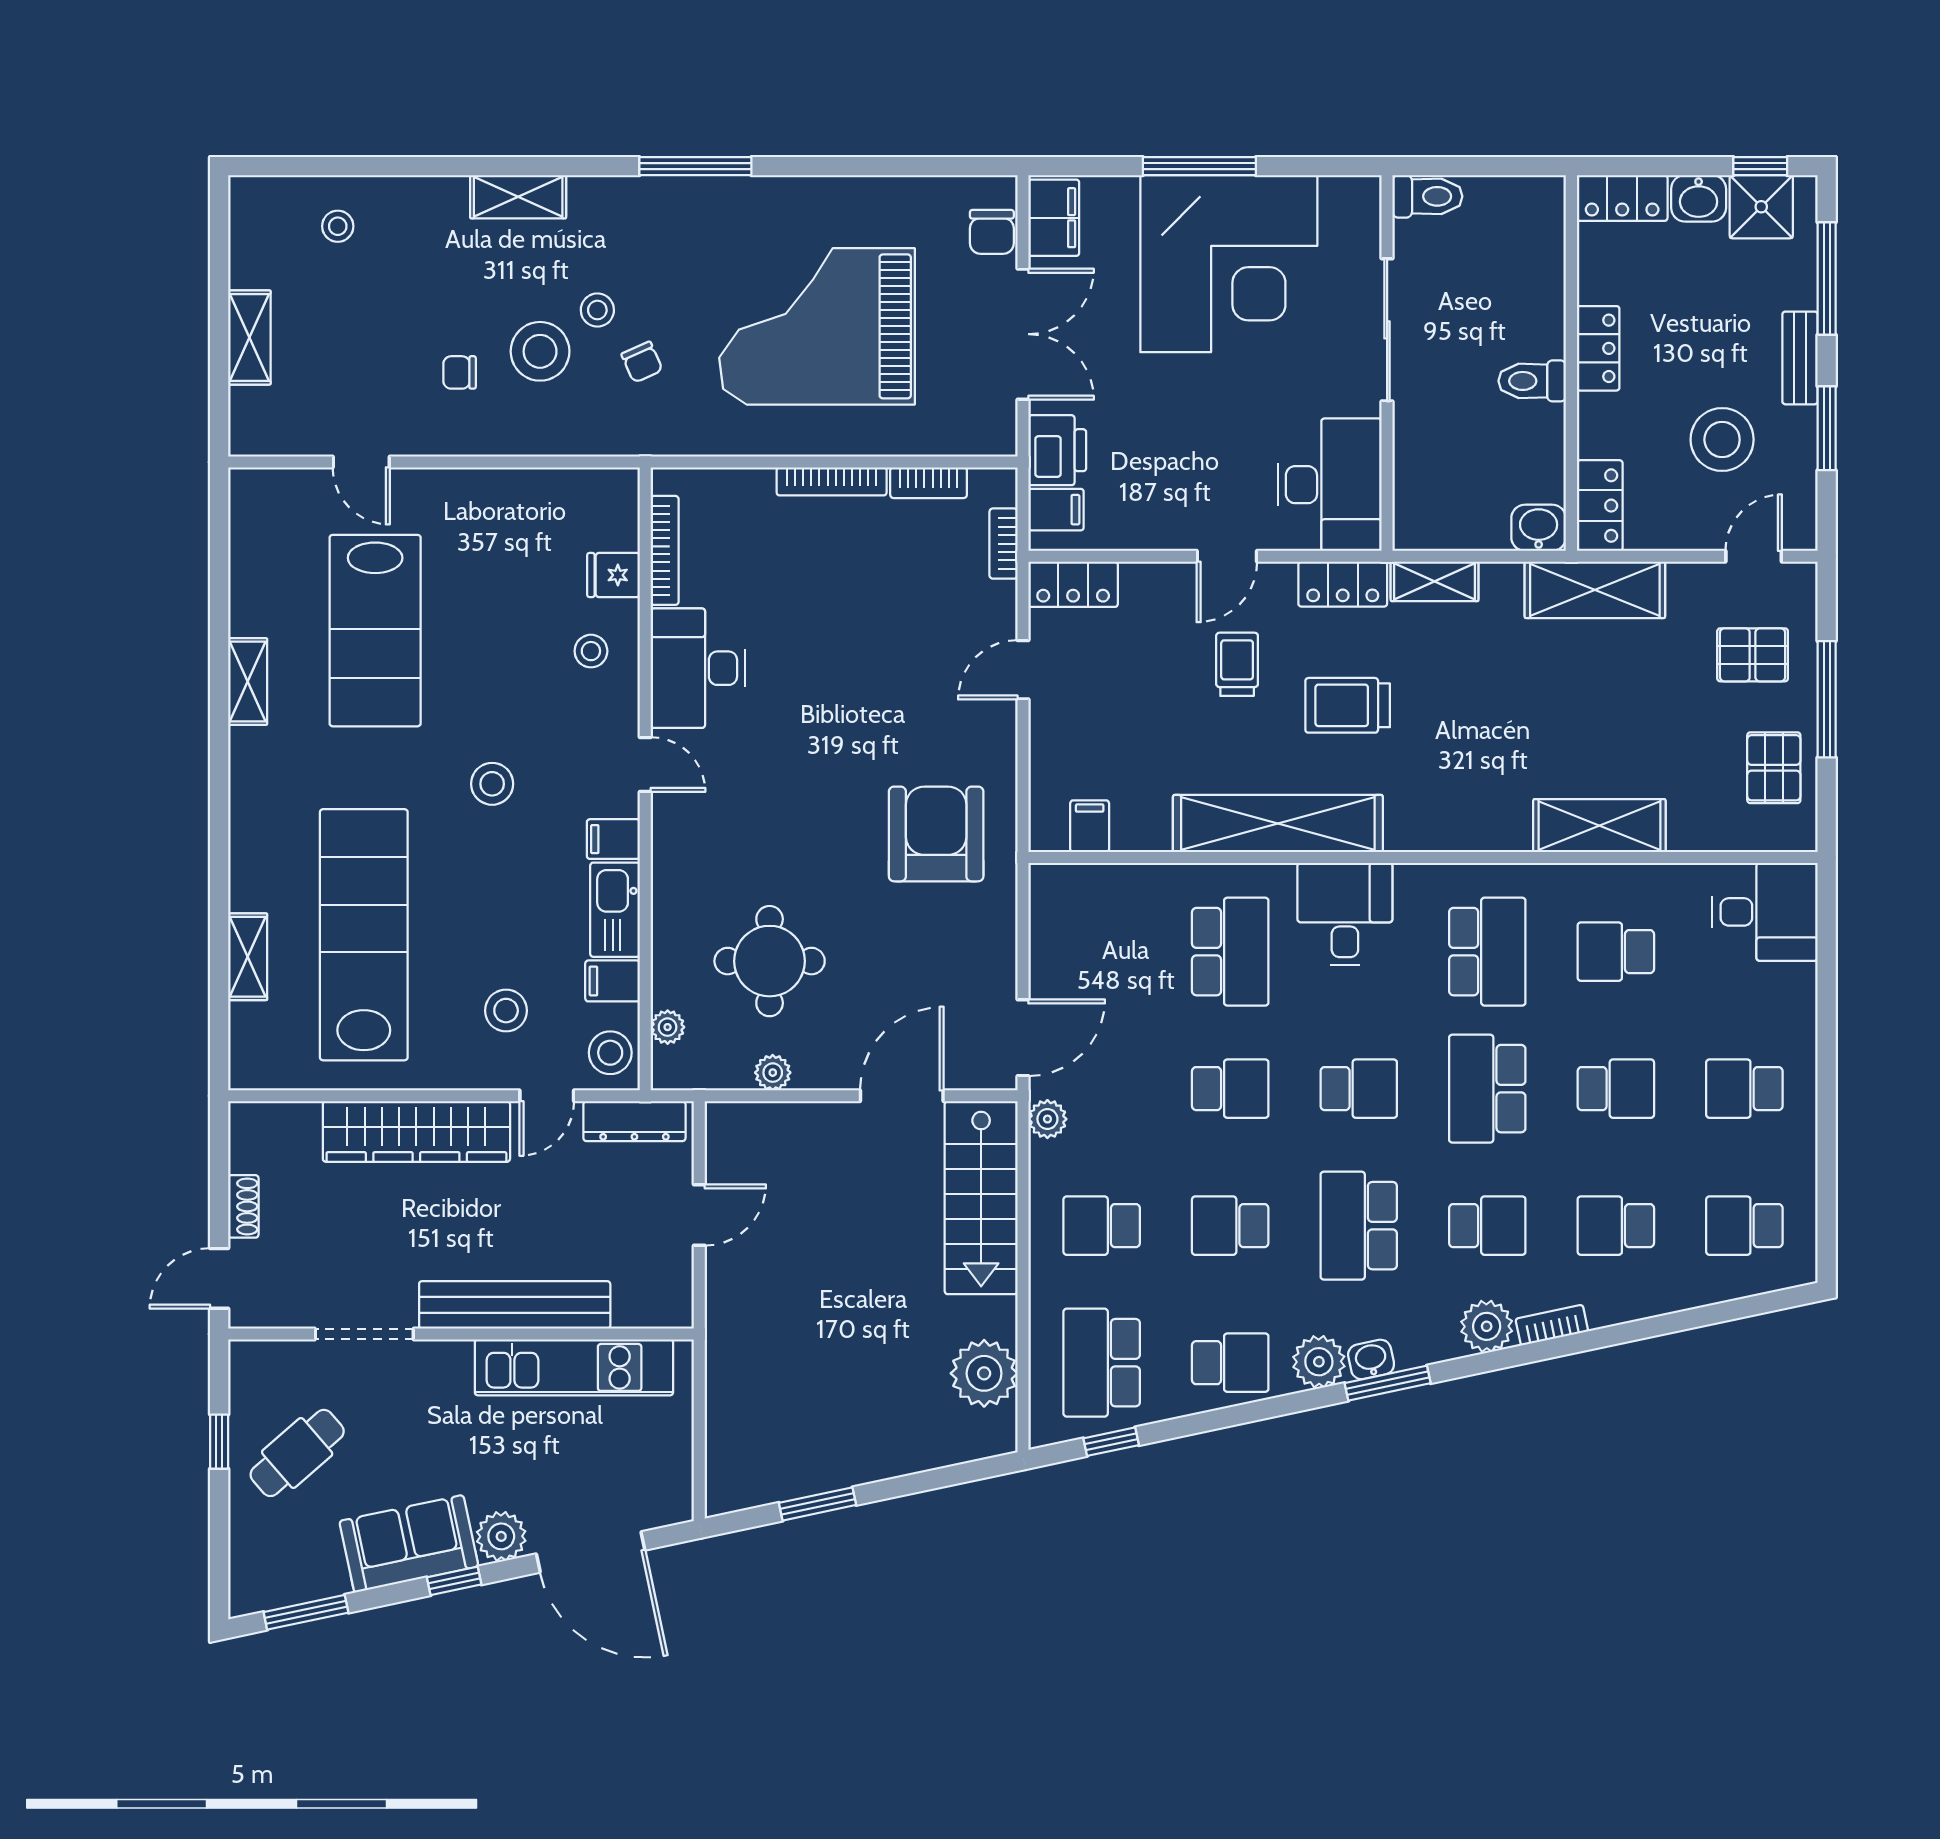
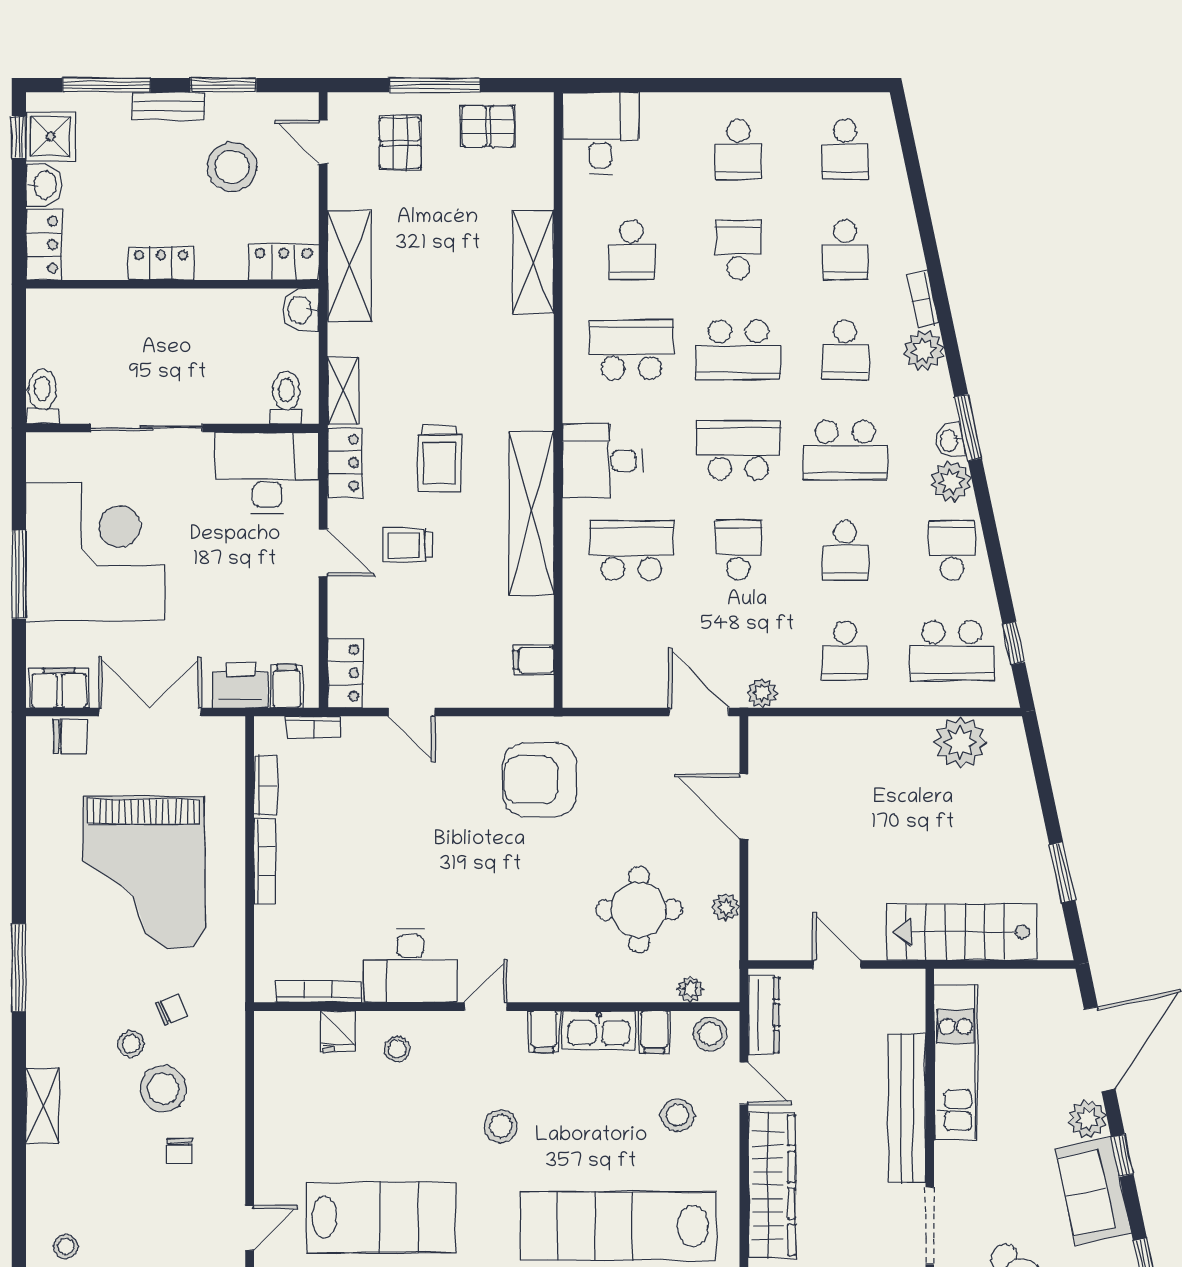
toilet: (1532, 381) -> (286, 397), moved, turned 180
school desk: (1359, 1089) -> (738, 450), width x1.85
stairs: (981, 1198) -> (962, 932), moved, turned 180
school desk: (1487, 1226) -> (845, 350), turned 180

